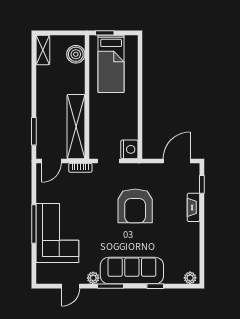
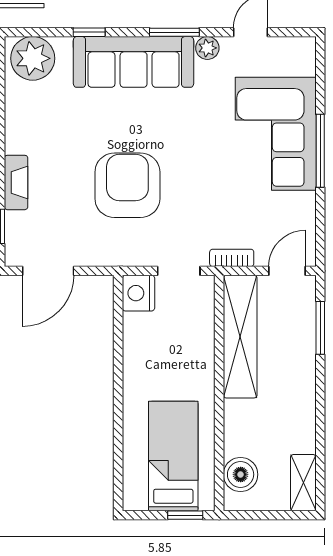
plant: (190, 278) -> (33, 58), width x1.87, depth x1.87

